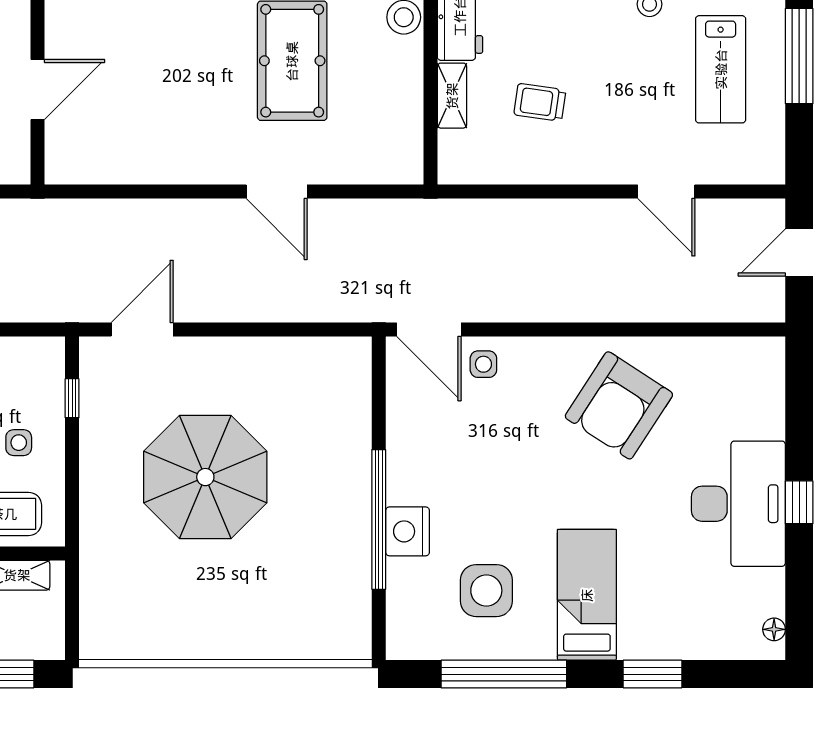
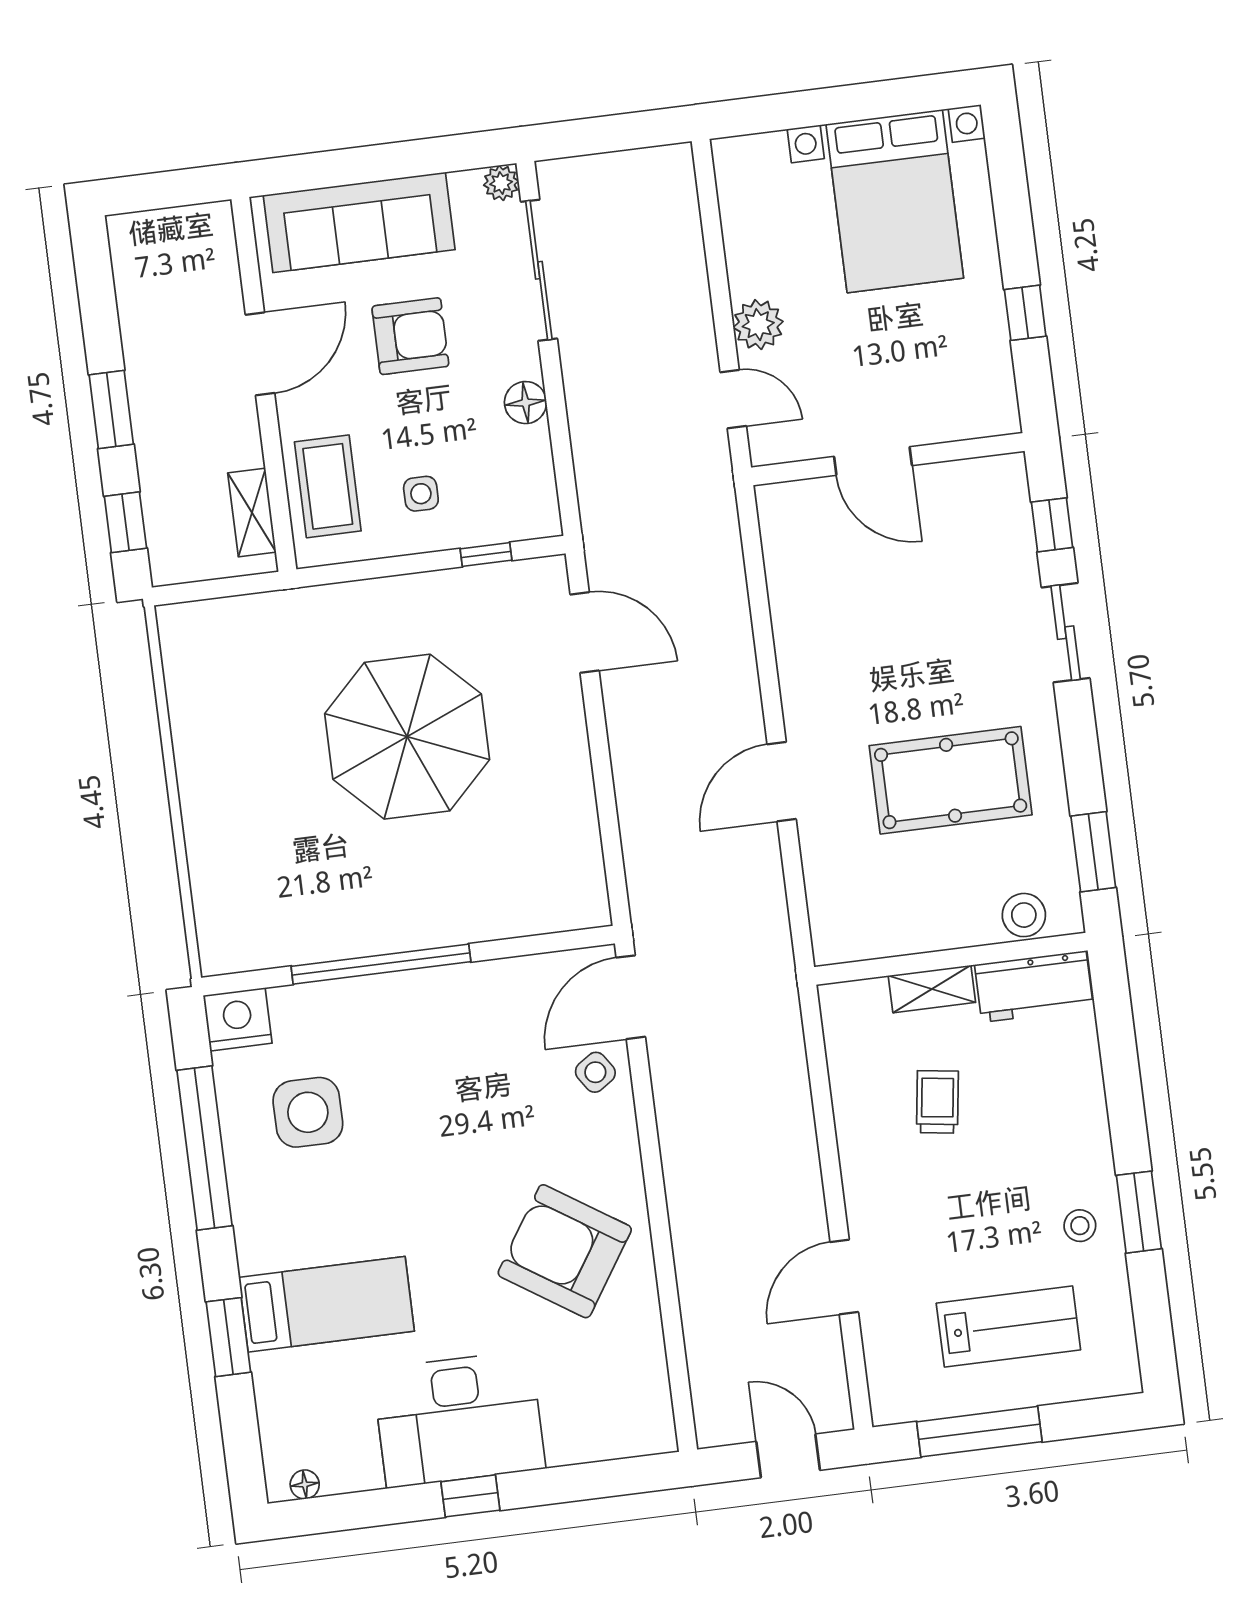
window: (799, 56) -> (979, 1432), moved
lab bench: (721, 69) -> (1008, 1327), turned 180
side table: (483, 364) -> (595, 1072), turned -34
nightstand: (408, 531) -> (238, 1019), moved
bed: (587, 595) -> (327, 1304), moved

